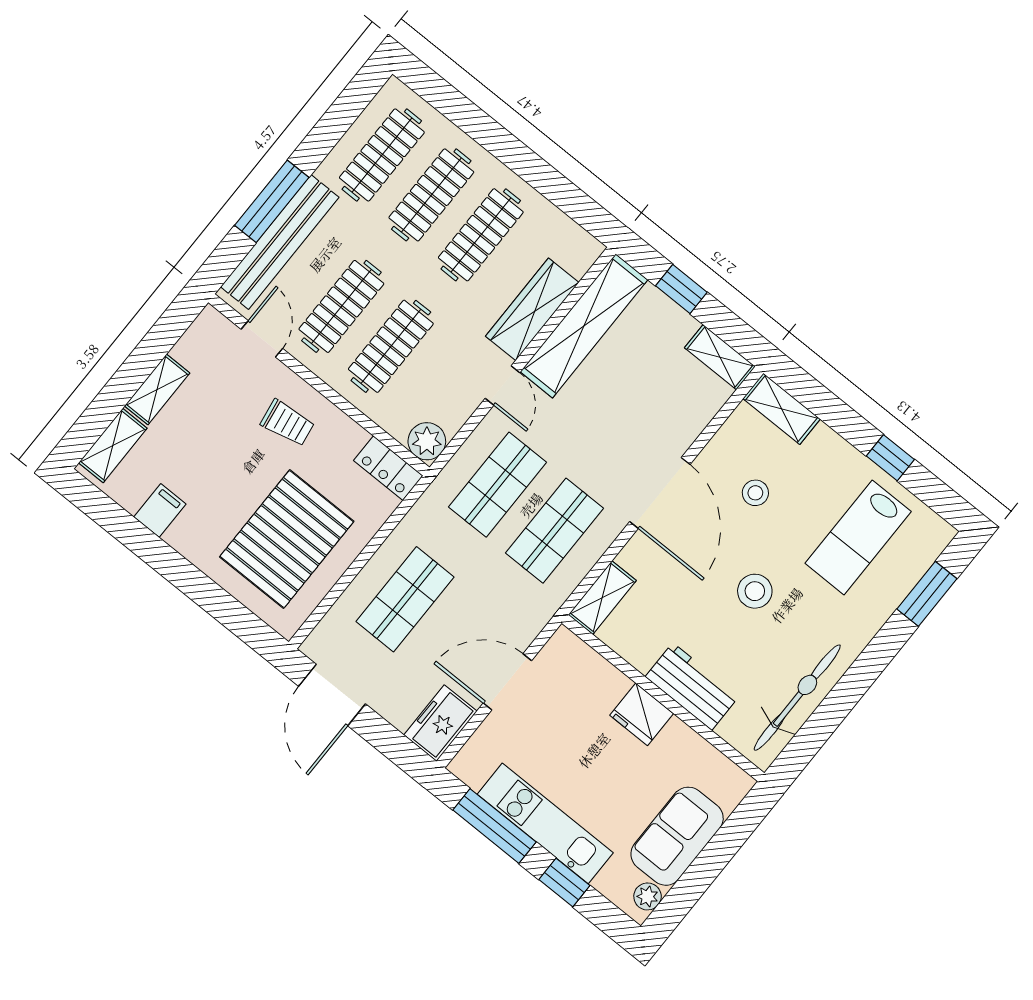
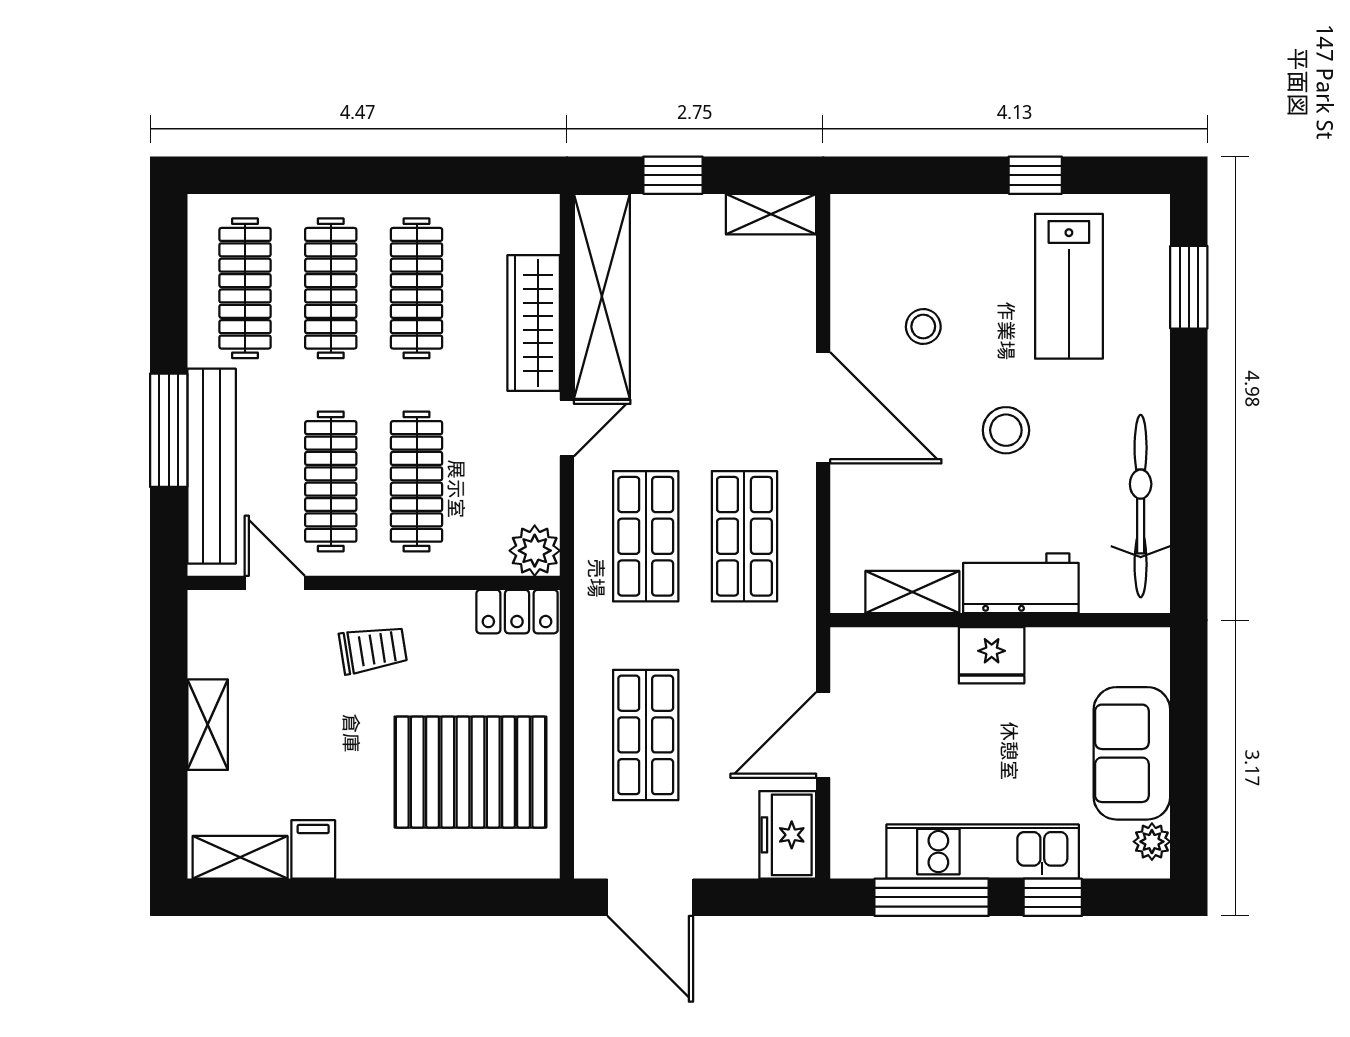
door: (503, 386) -> (567, 428), hinge flipped
shelving: (782, 409) -> (879, 216), removed
shelving: (113, 446) -> (240, 857), moved, turned 90
pallet: (287, 539) -> (470, 772), turned 90
shelving: (602, 598) -> (912, 592), moved, turned 90

